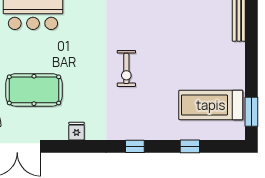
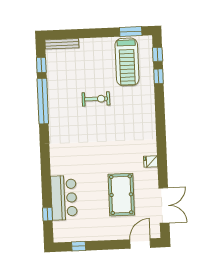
exercise bike: (126, 68) -> (96, 99), moved
window: (135, 146) -> (158, 54), moved

